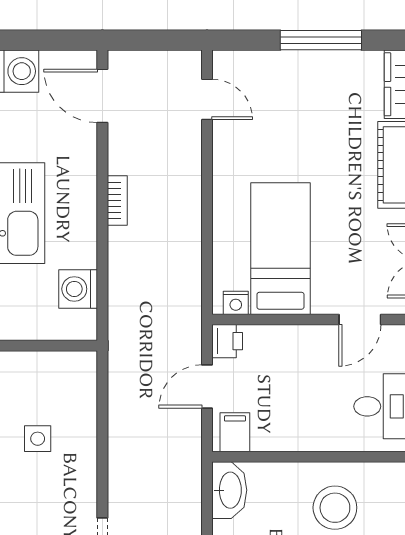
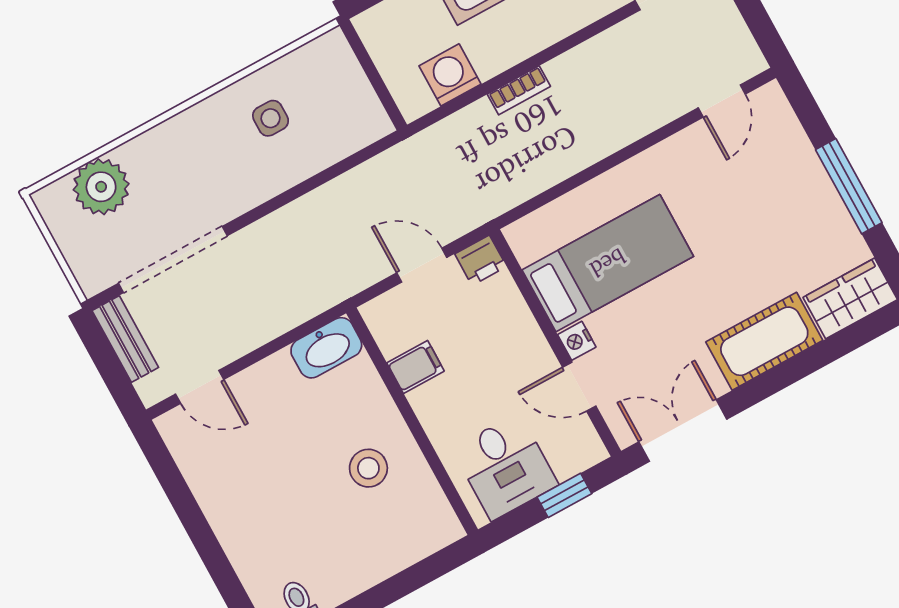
bookcase: (117, 201) -> (519, 90), moved
nightstand: (236, 303) -> (577, 341), moved
filing cabinet: (235, 432) -> (415, 367), moved
stool: (335, 508) -> (368, 468), width x0.73, depth x0.73

